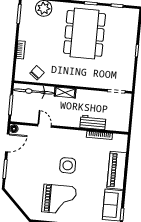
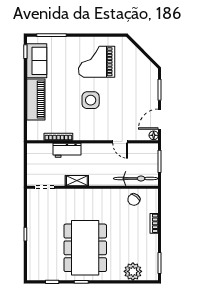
shelving: (65, 92) -> (77, 181), moved

